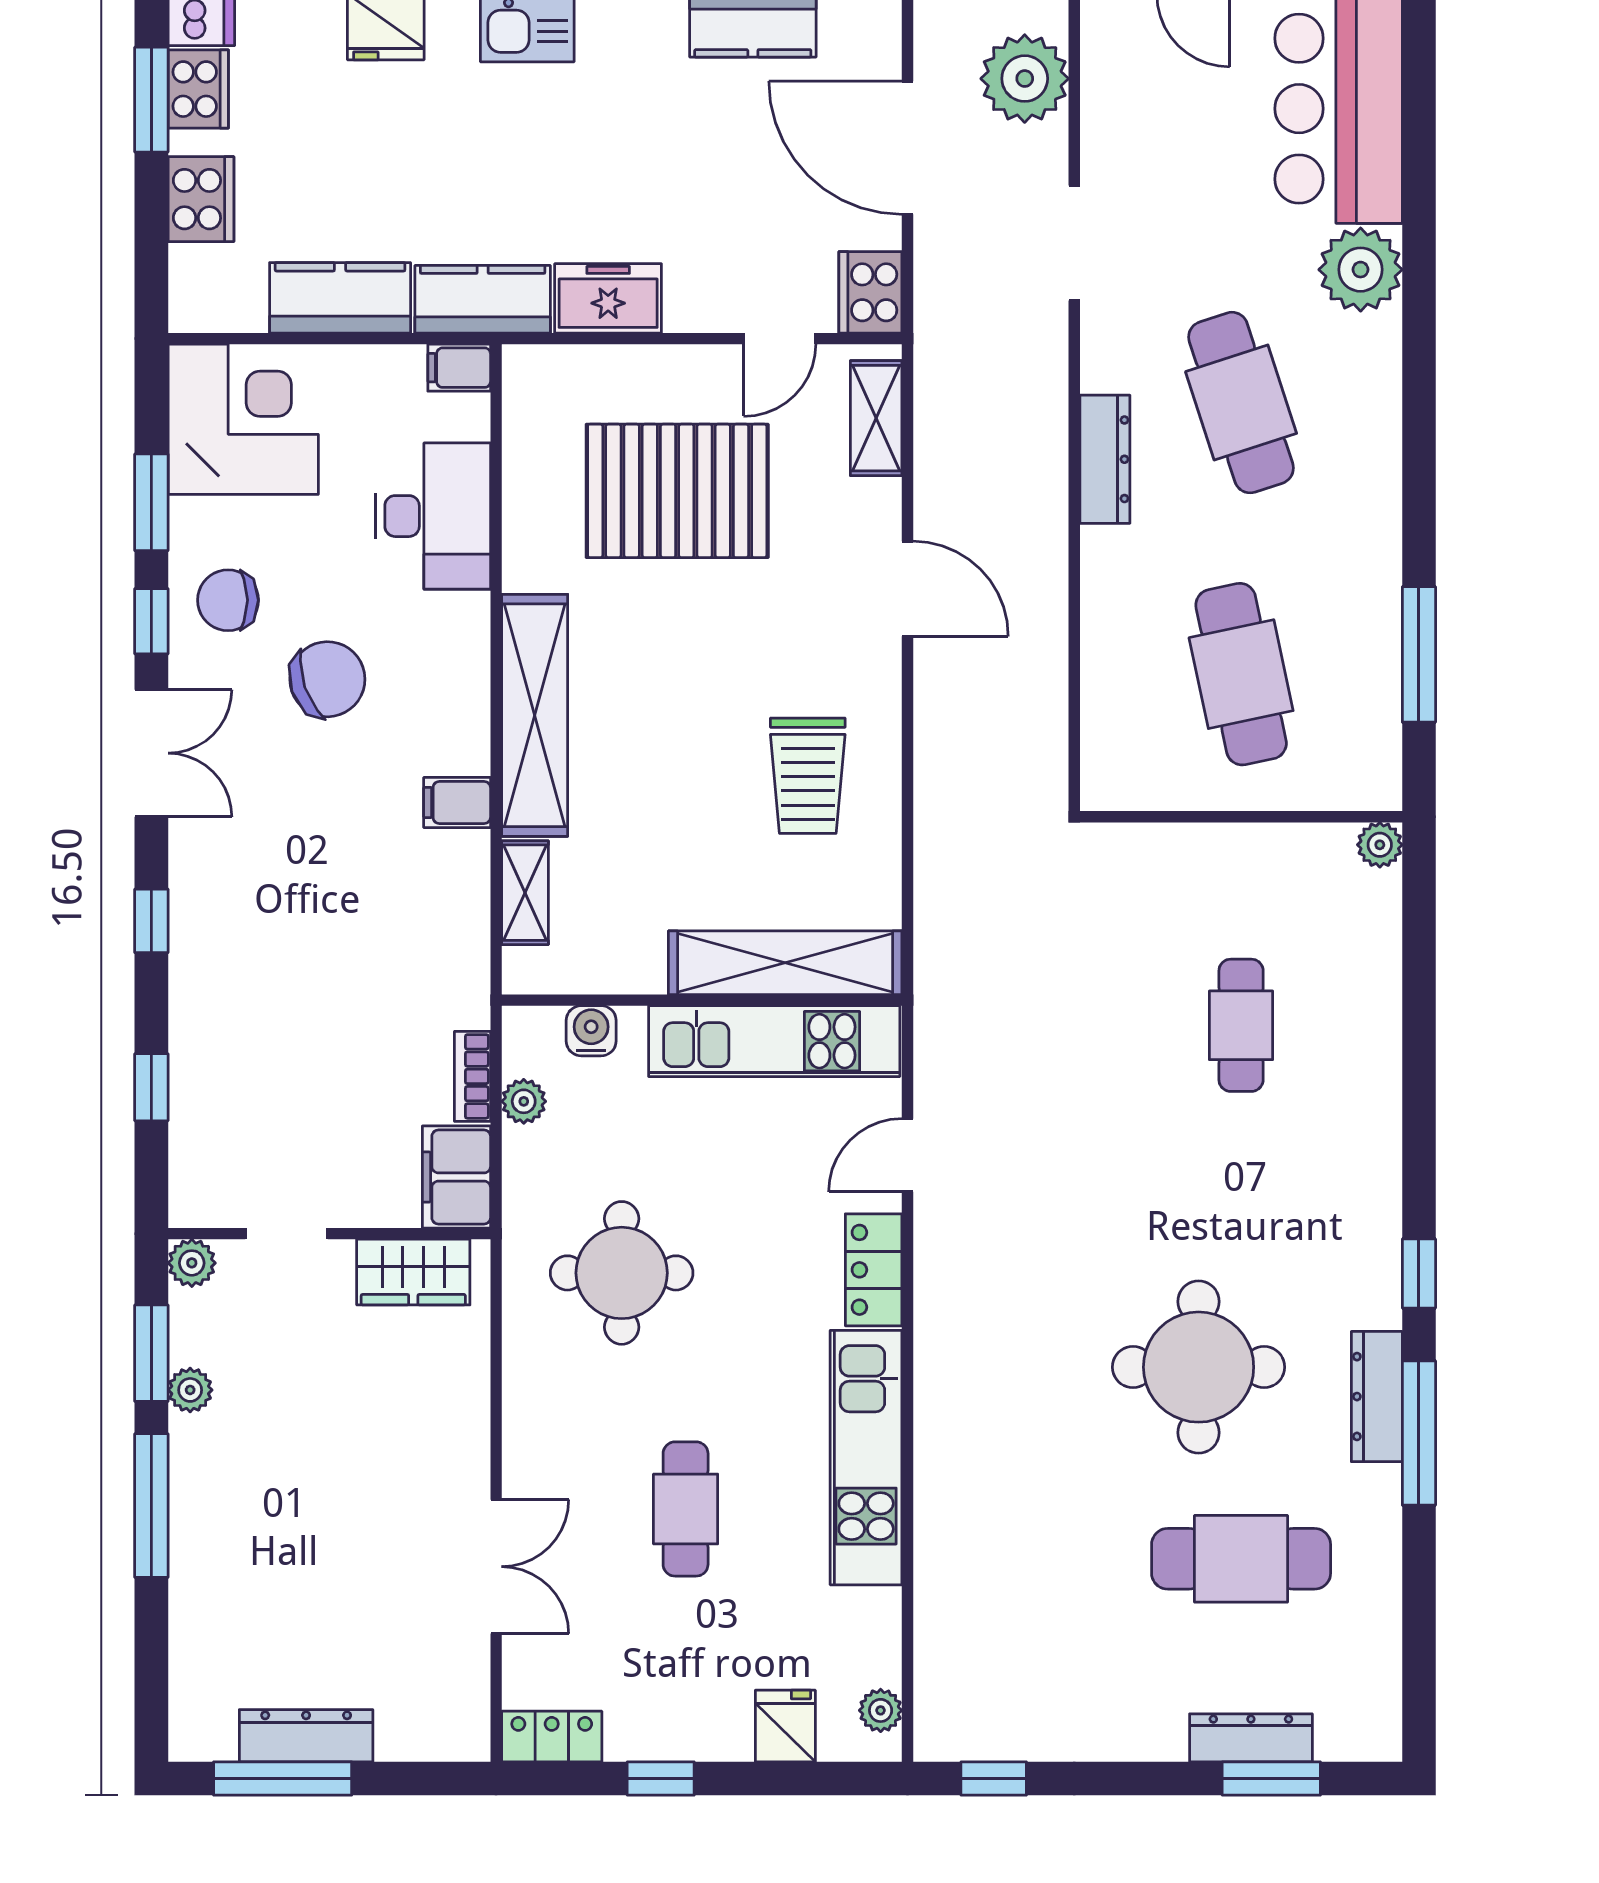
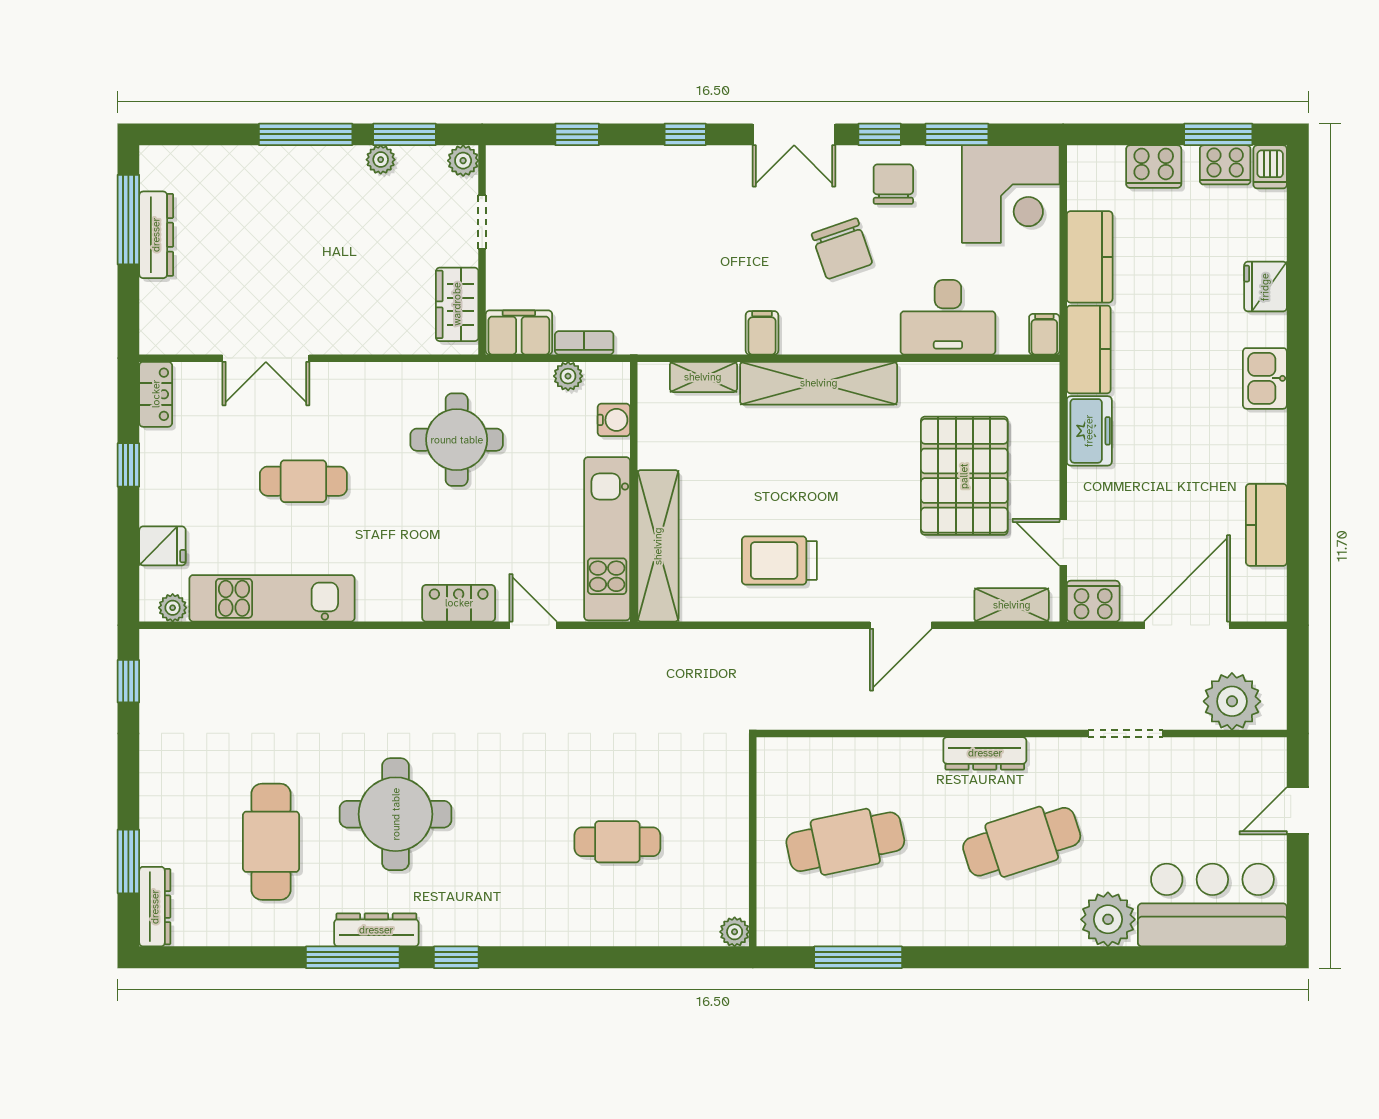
kitchen unit: (866, 1458) -> (272, 598), moved
dresser: (1251, 1738) -> (155, 907), moved

